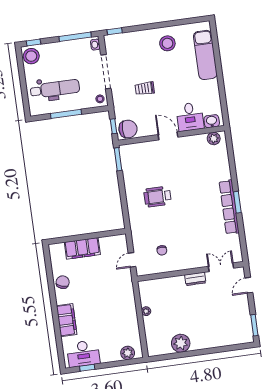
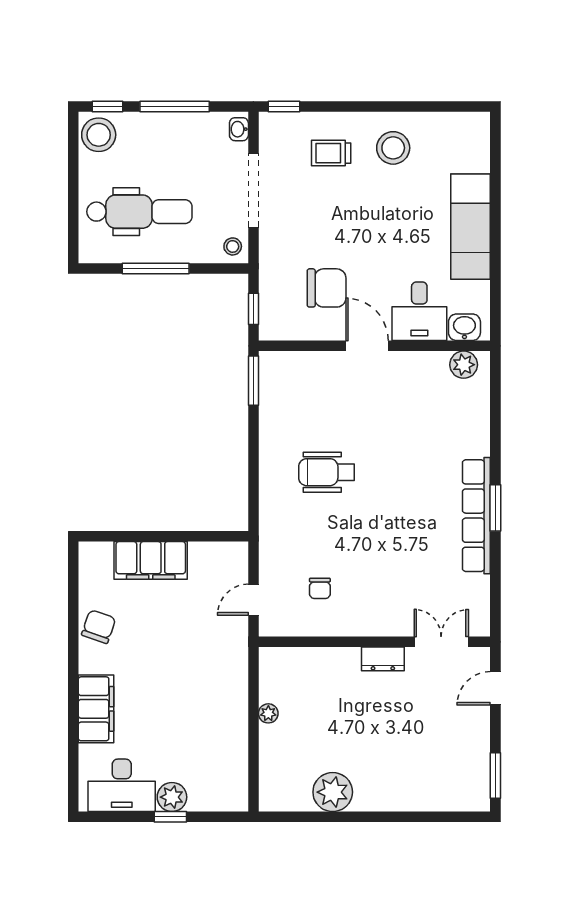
window: (75, 37) -> (175, 106), moved
exam couch: (205, 55) -> (471, 227), moved
trolley: (145, 88) -> (331, 153), moved
chair: (128, 129) -> (327, 288), moved
plant: (128, 353) -> (172, 797), moved
window: (87, 368) -> (170, 817), moved

